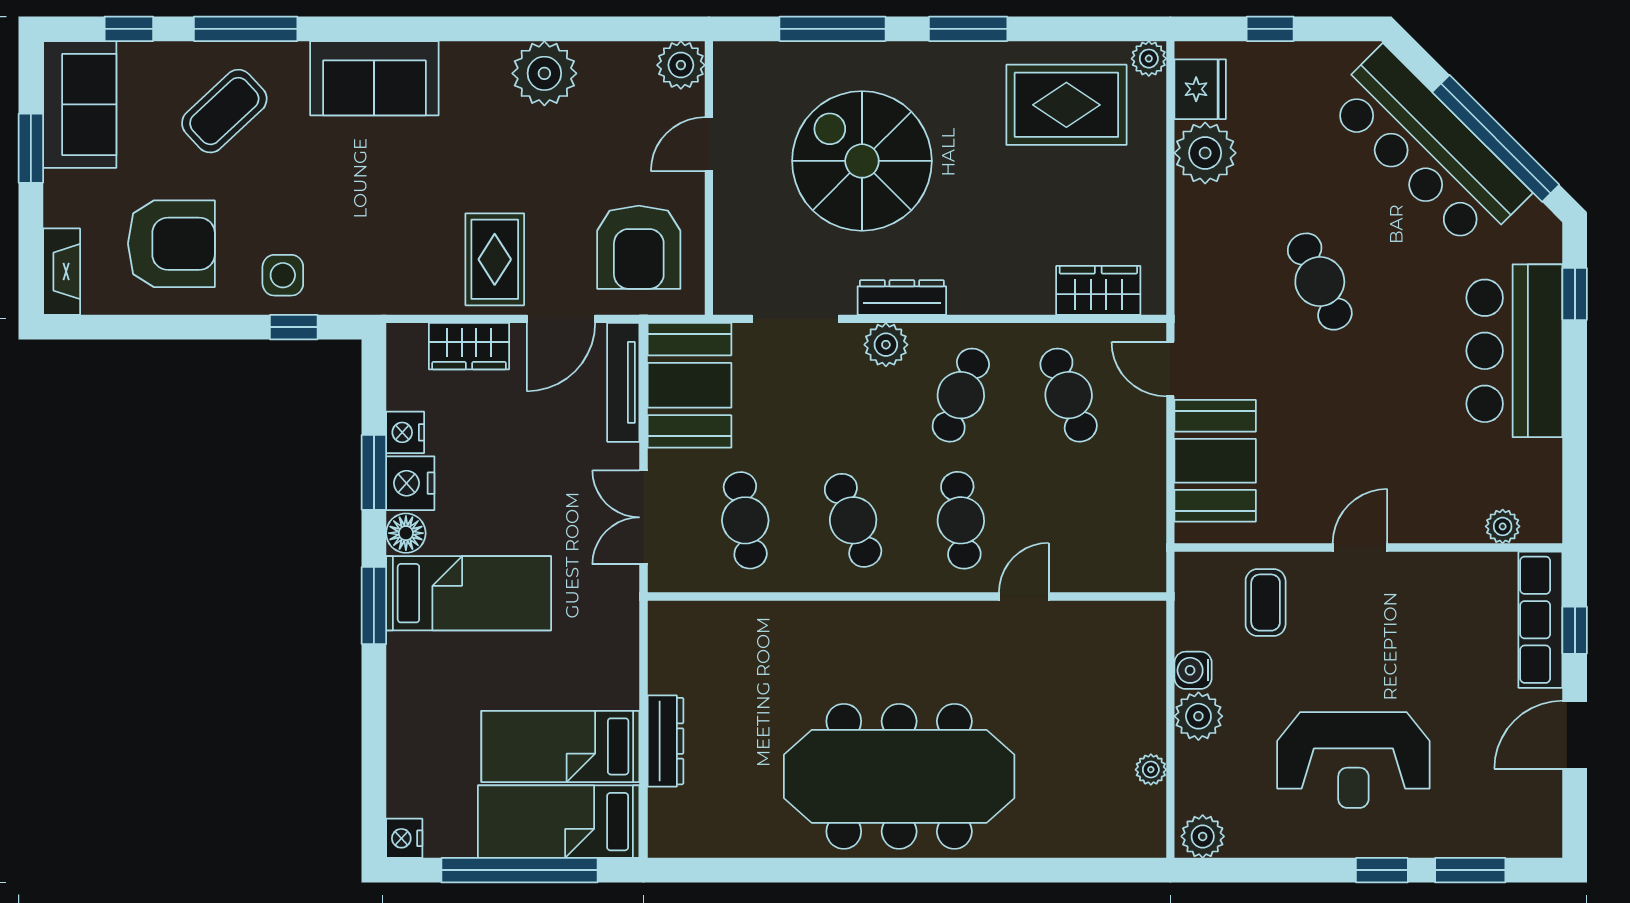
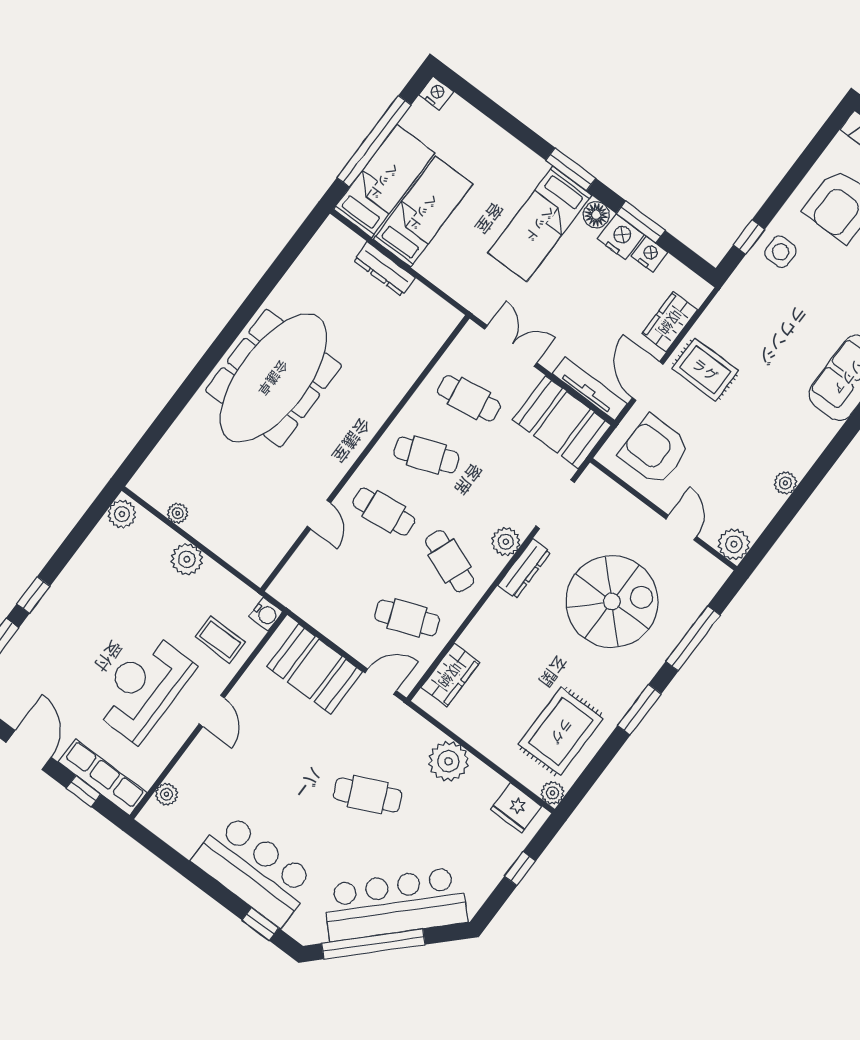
plant: (544, 73) -> (785, 483), width x0.53, depth x0.53
plant: (1205, 153) -> (448, 761), moved
water cooler: (1193, 670) -> (266, 614), moved, turned 90
reception desk: (1353, 760) -> (143, 687), moved

